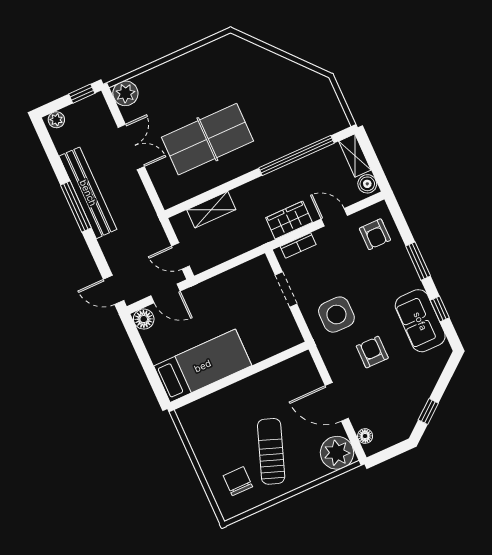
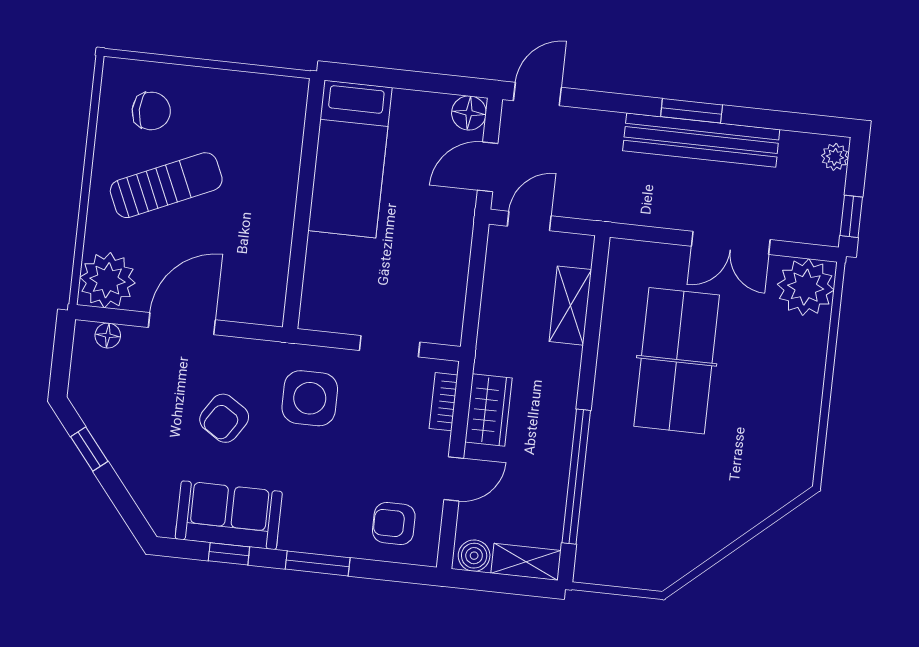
plant: (125, 93) -> (806, 287), width x1.36, depth x1.36
window: (76, 206) -> (692, 111), width x0.69
armchair: (372, 352) -> (224, 418), turned 123
sun lounger: (271, 451) -> (166, 185), turned -44

